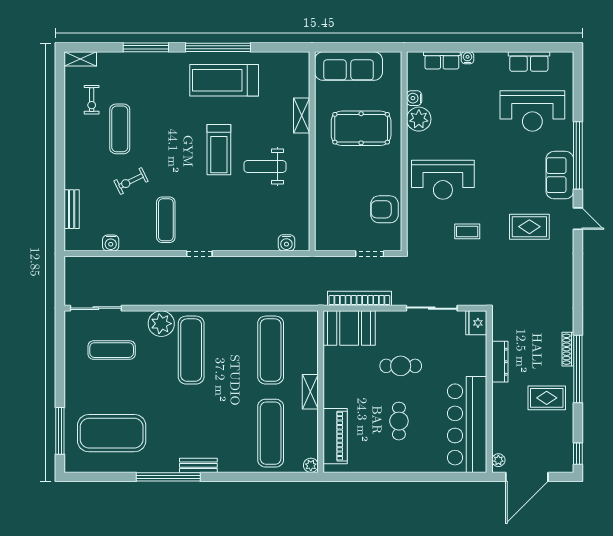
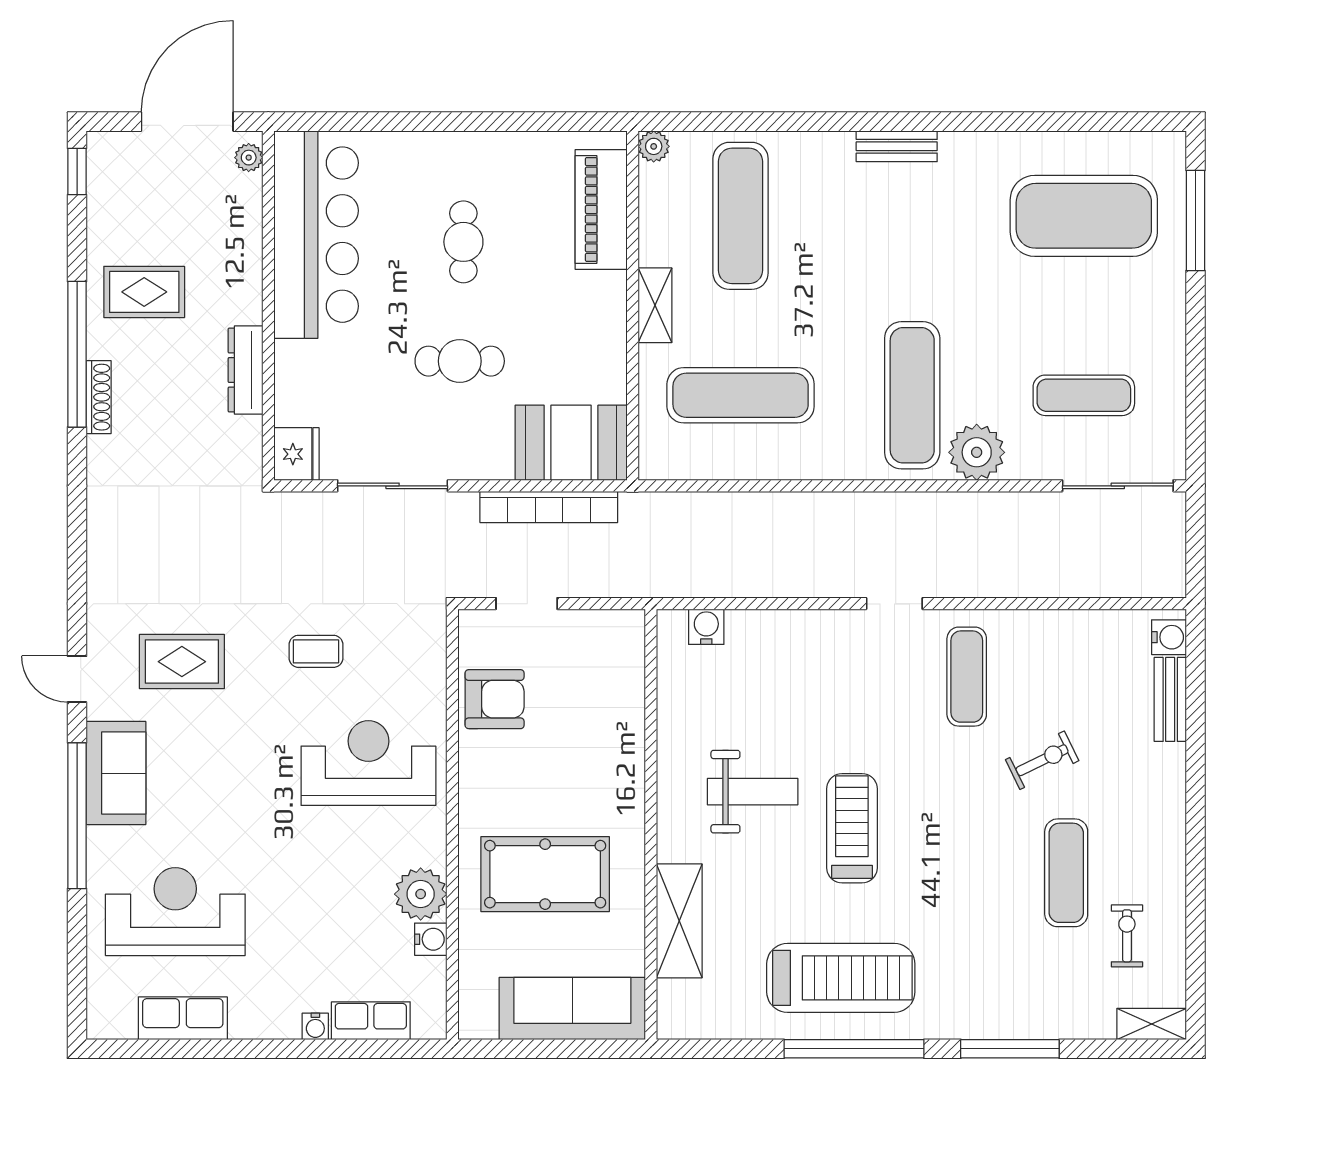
shelving: (302, 115) -> (679, 921), width x1.50, depth x1.33
water cooler: (111, 243) -> (1169, 637), moved, turned 90
exercise mat: (271, 350) -> (741, 395), turned 90
window: (168, 477) -> (961, 122), removed

